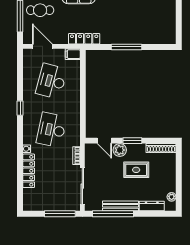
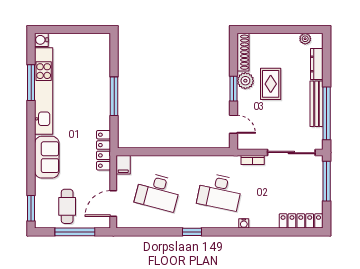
door: (104, 141) -> (233, 124), hinge flipped
plant: (120, 150) -> (245, 81), moved
locker: (29, 171) -> (301, 221), moved

